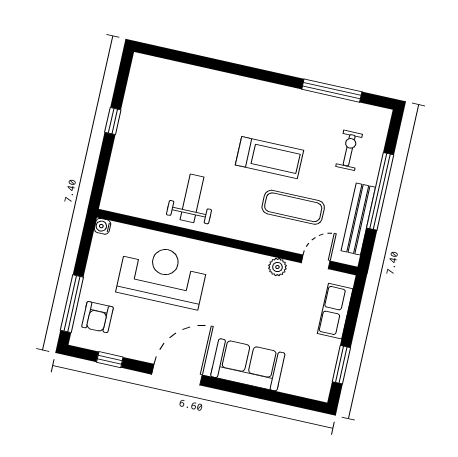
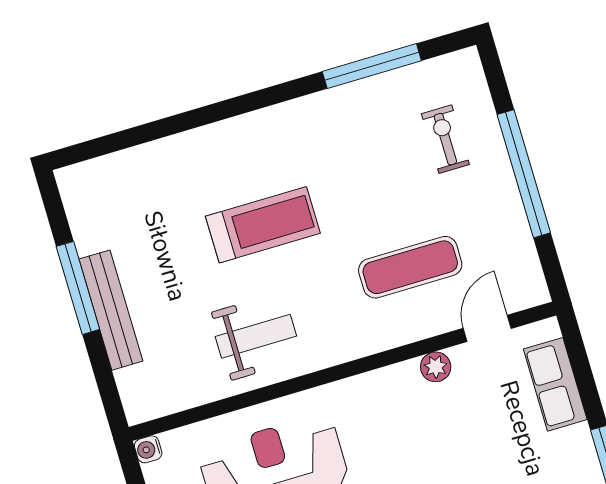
window: (113, 121) -> (78, 288), width x2.17
treadmill: (269, 158) -> (263, 225), moved
weight bench: (192, 198) -> (256, 336), turned 90
bench: (358, 219) -> (111, 310), moved

